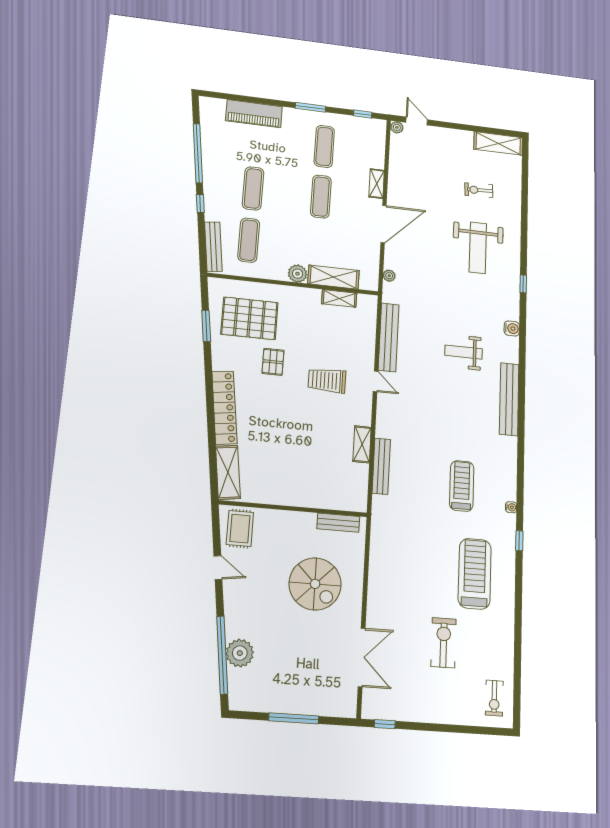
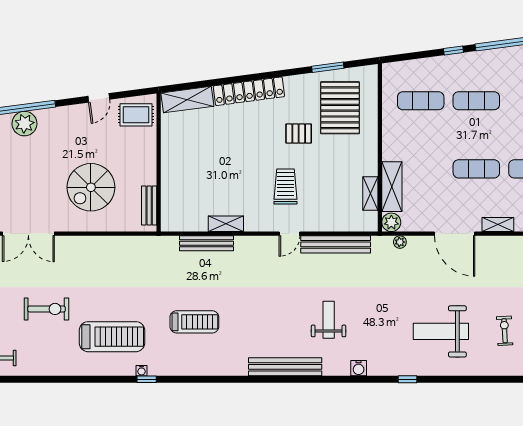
bench: (213, 247) -> (410, 67), removed
plant: (298, 274) -> (391, 222), moved
water cooler: (511, 507) -> (142, 371), moved

